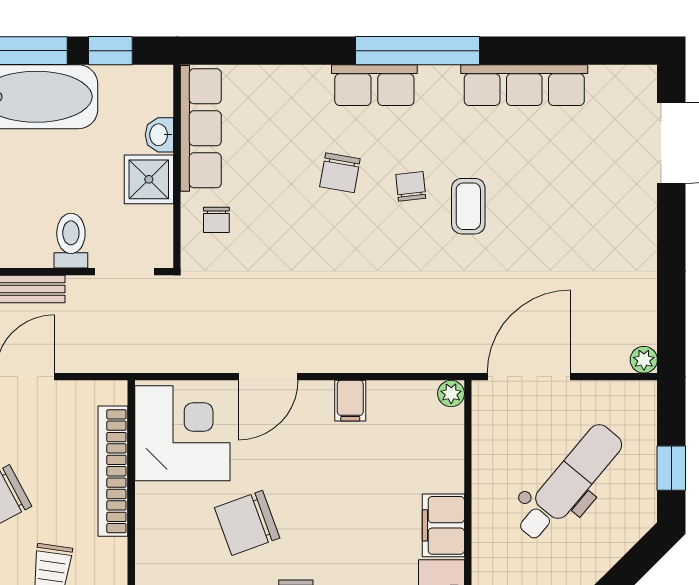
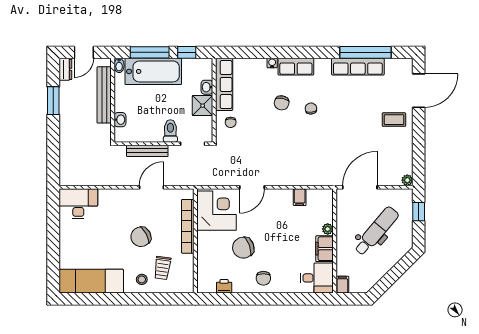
window: (418, 51) -> (365, 52), moved
water cooler: (317, 77) -> (272, 63), added
coffee table: (468, 206) -> (394, 120), moved, turned 90
plant: (451, 394) -> (328, 229), moved
filing cabinet: (350, 401) -> (300, 197), moved
window: (671, 468) -> (419, 212), moved

